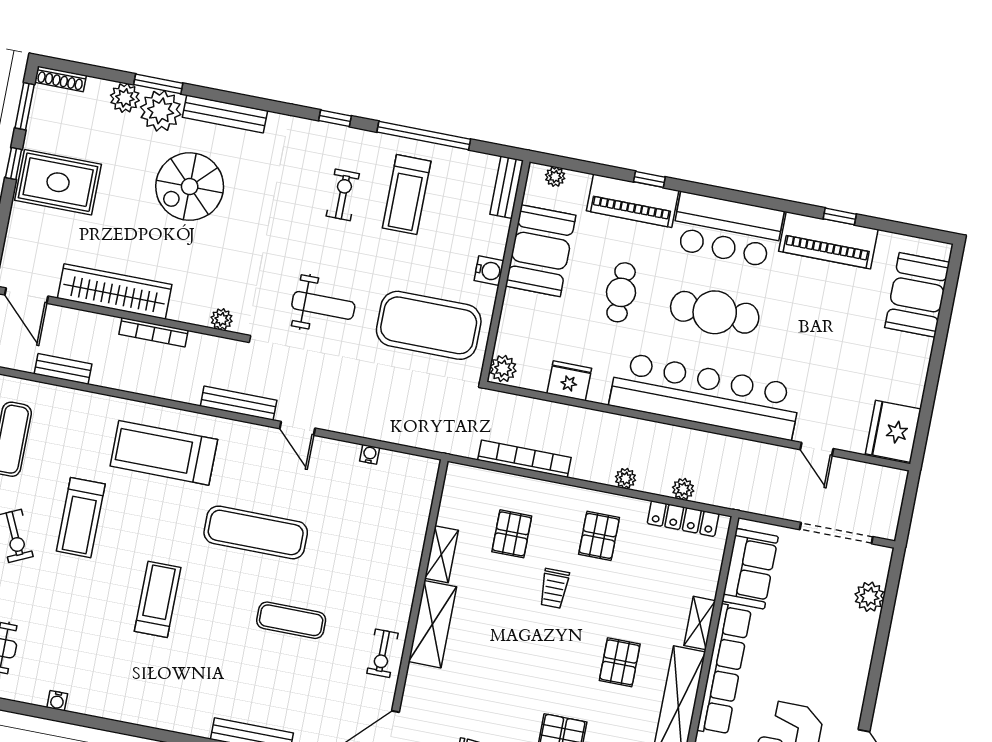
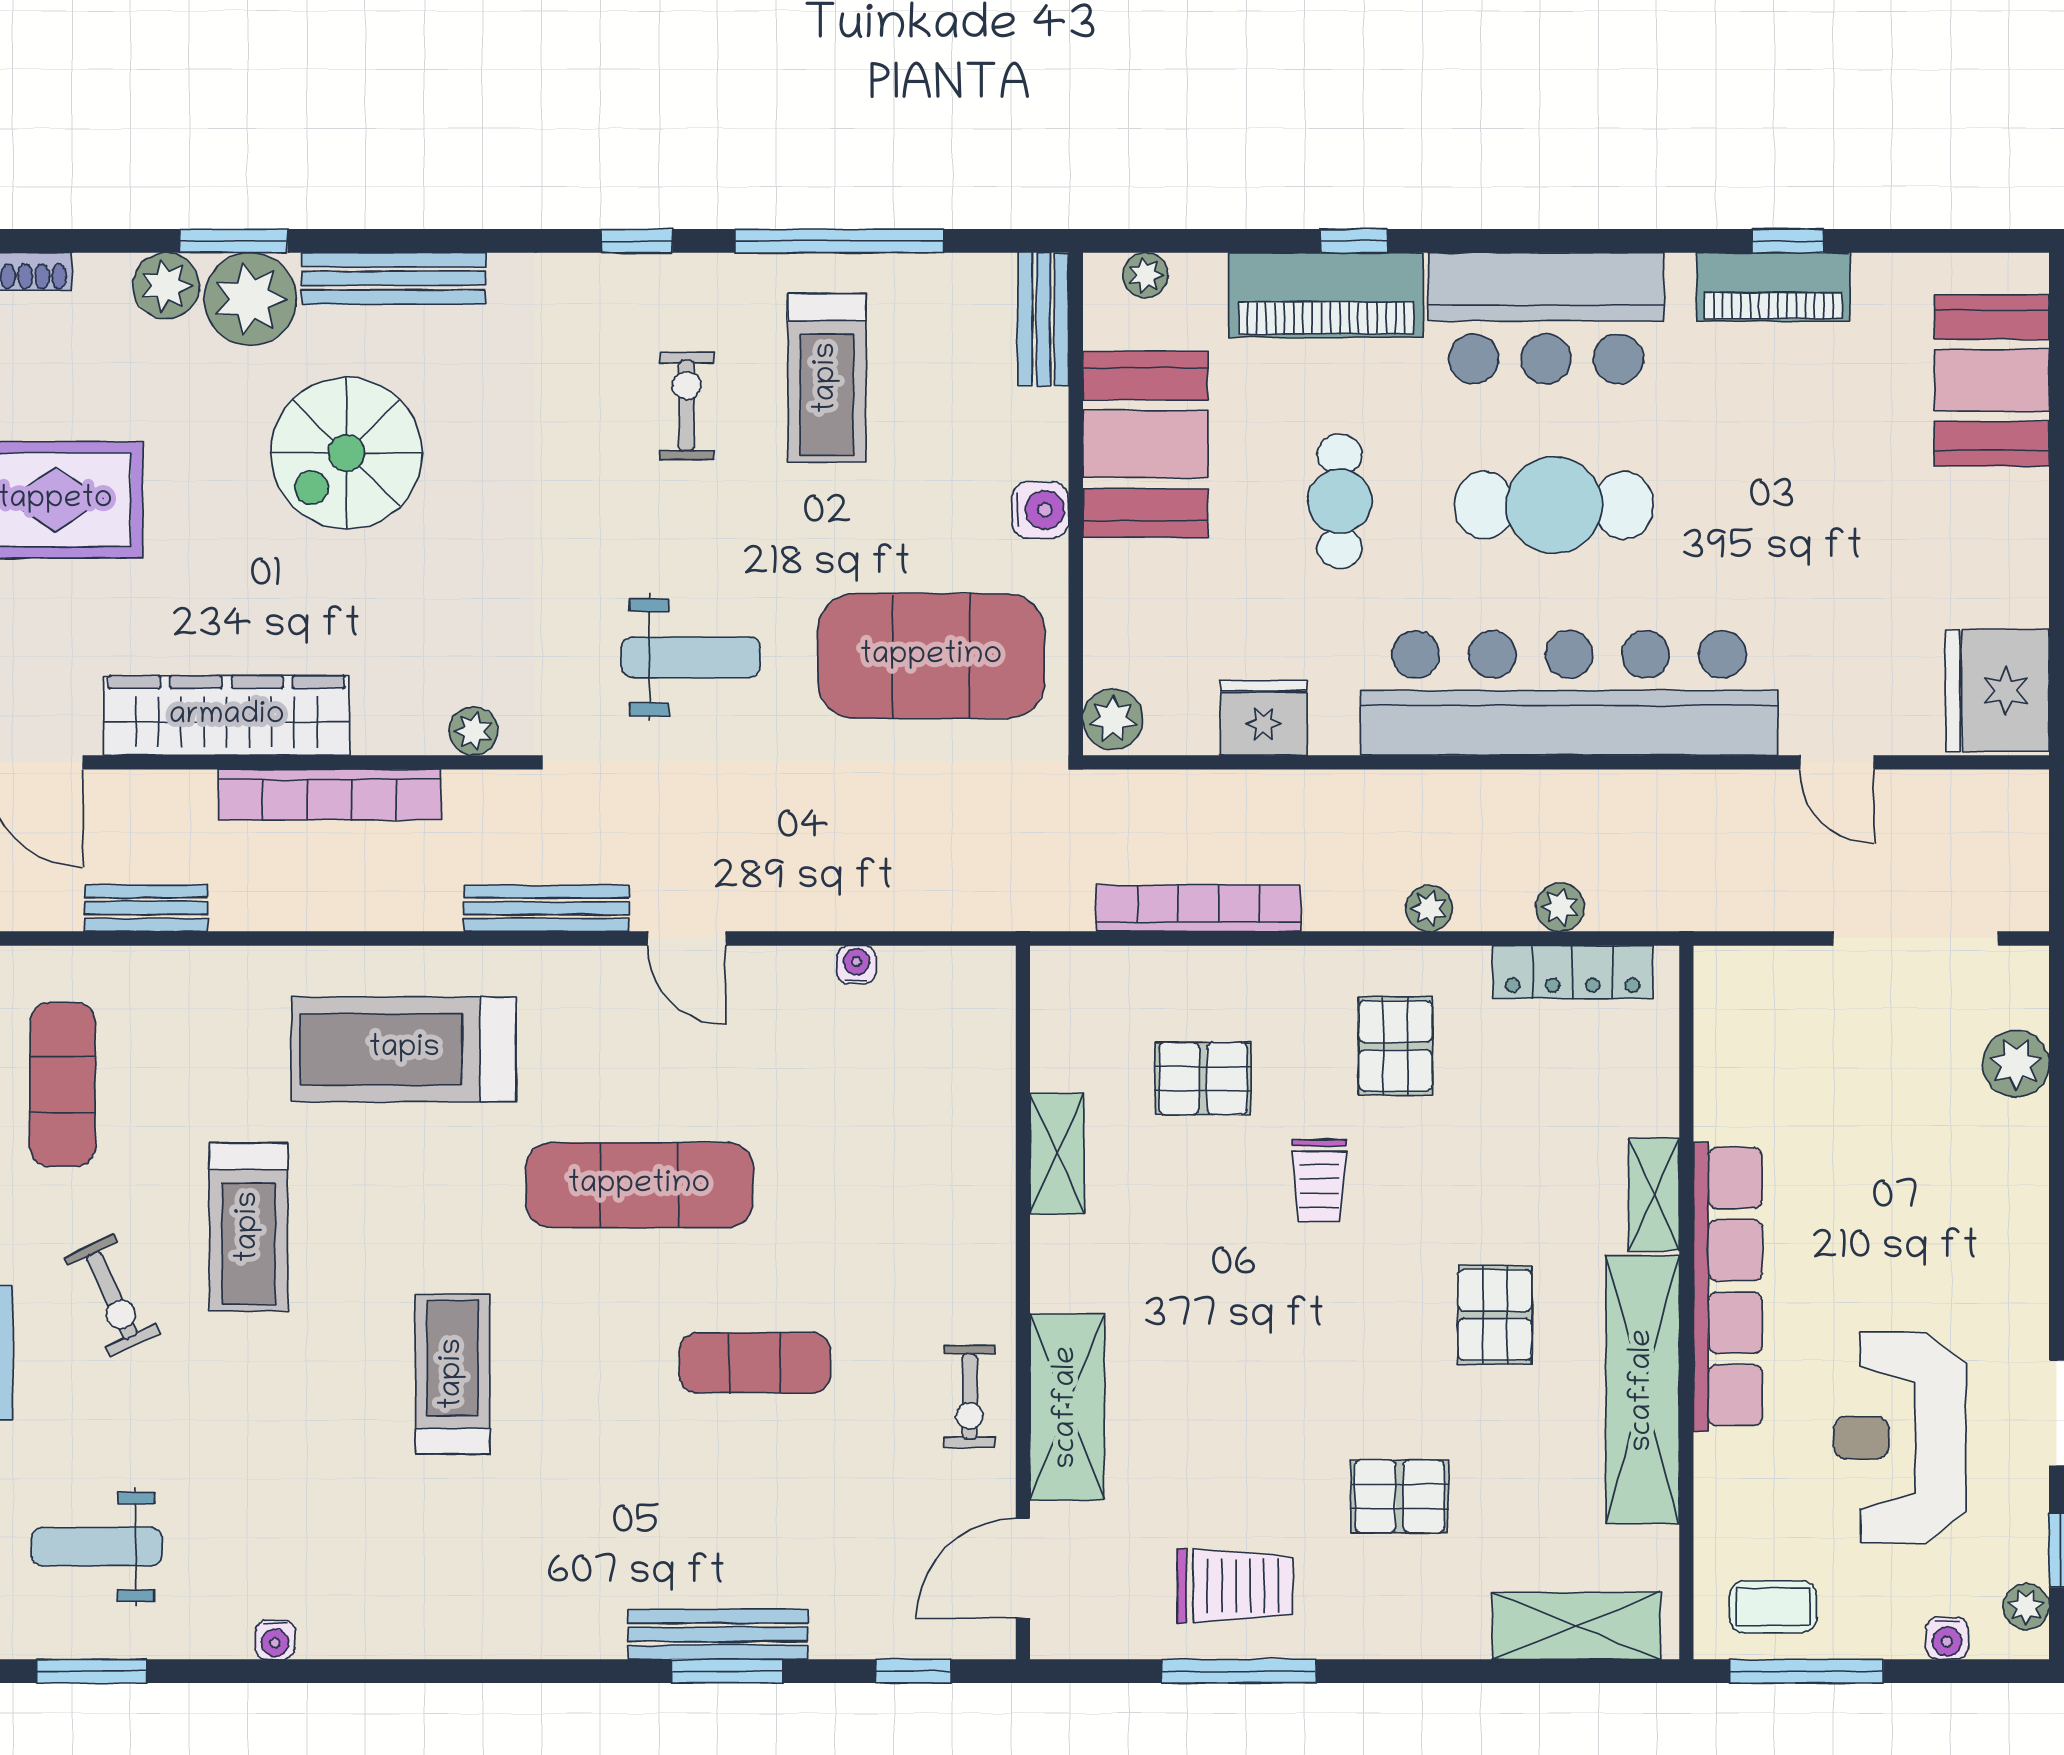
piano: (828, 240) -> (1773, 287), width x0.73, depth x0.75
bookcase: (154, 332) -> (329, 795), width x1.48, depth x1.31
pallet: (512, 534) -> (1203, 1079), turned 90
sofa: (750, 569) -> (1742, 1054), removed
shelving: (432, 624) -> (1067, 1407), moved

